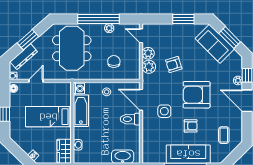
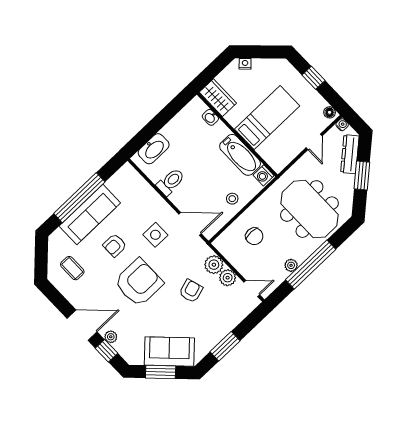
toilet: (130, 119) -> (171, 182), moved

